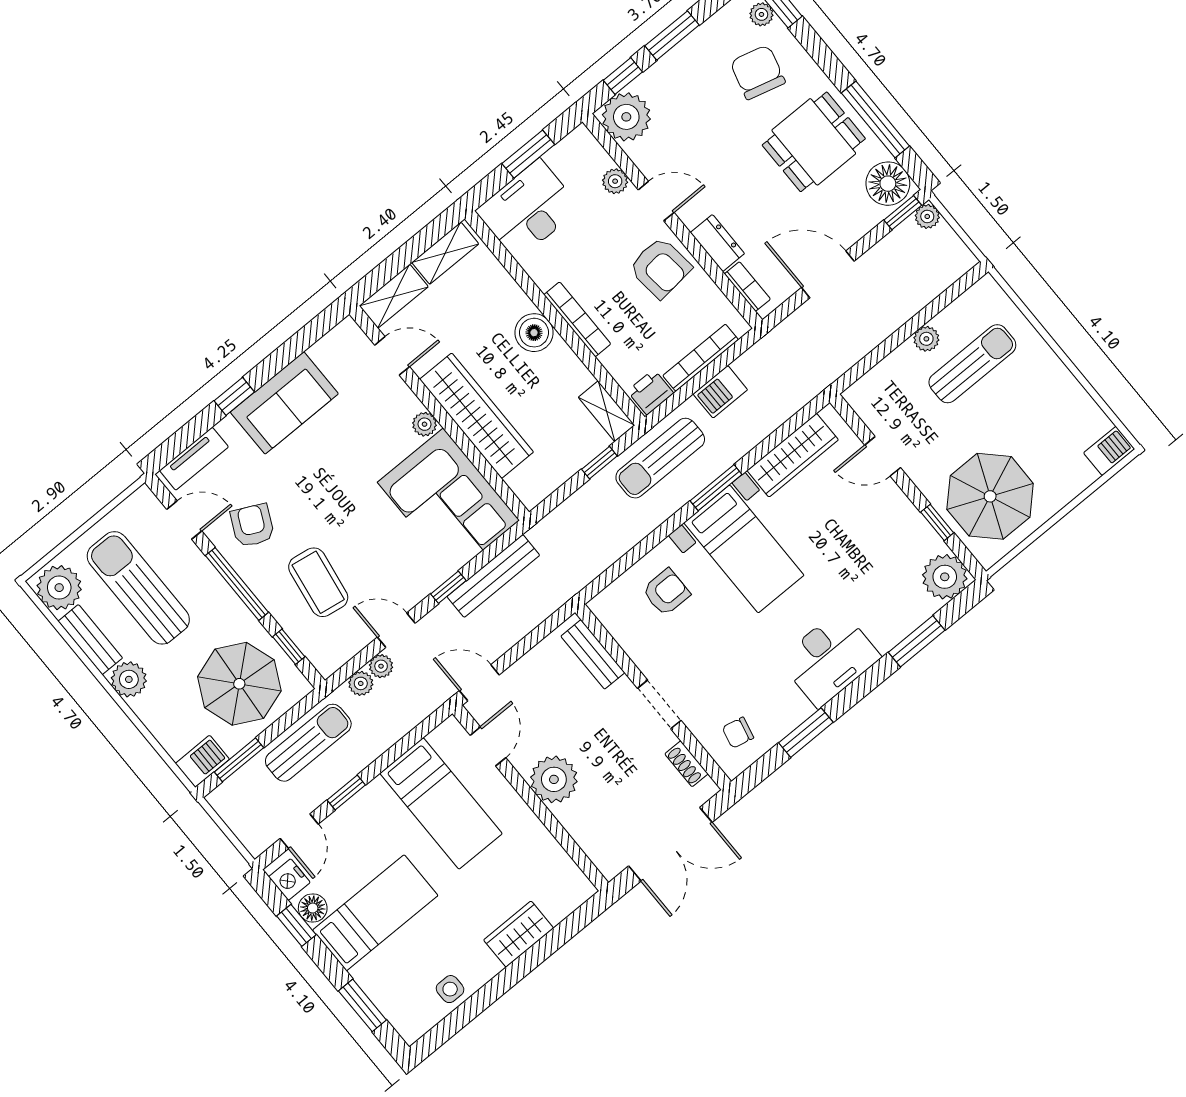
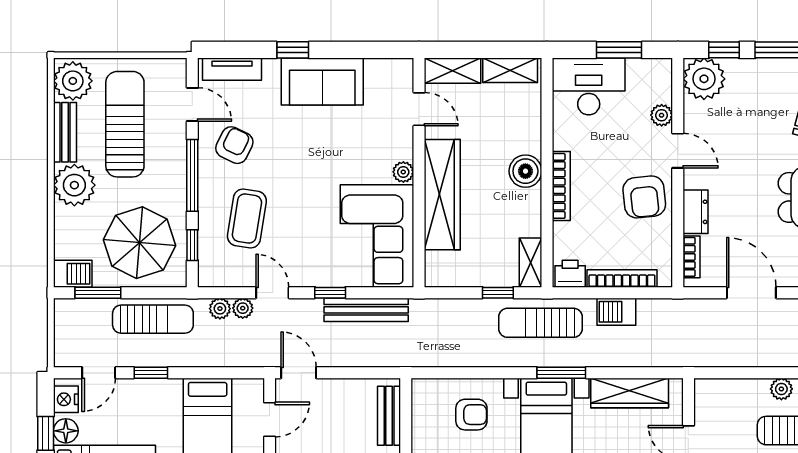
plant: (129, 679) -> (74, 185), width x1.36, depth x1.36

